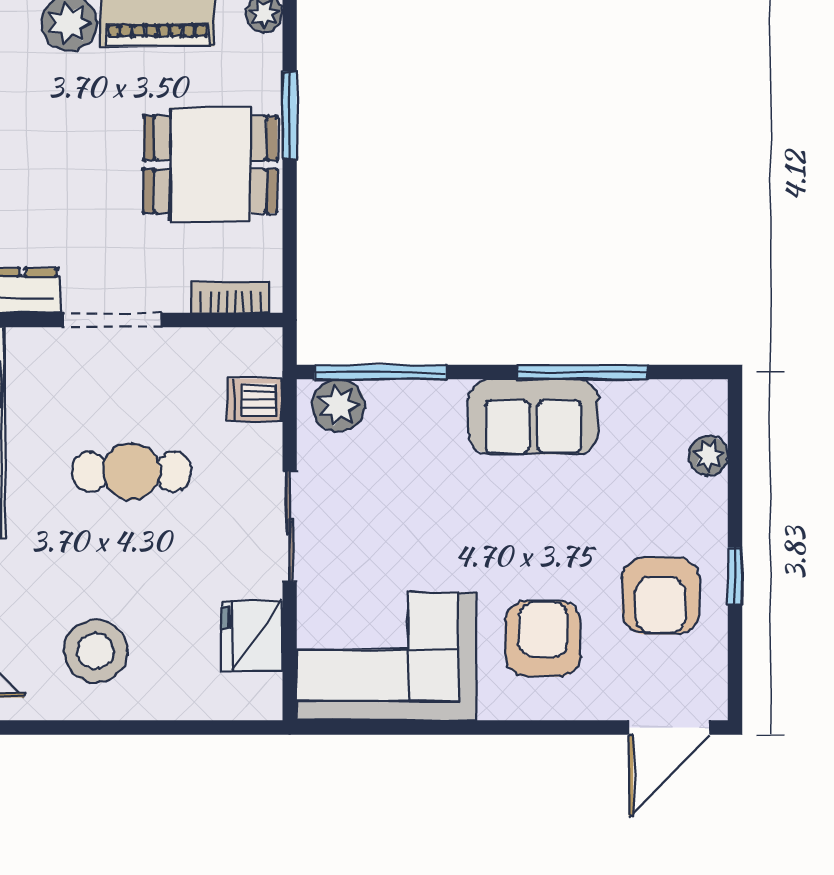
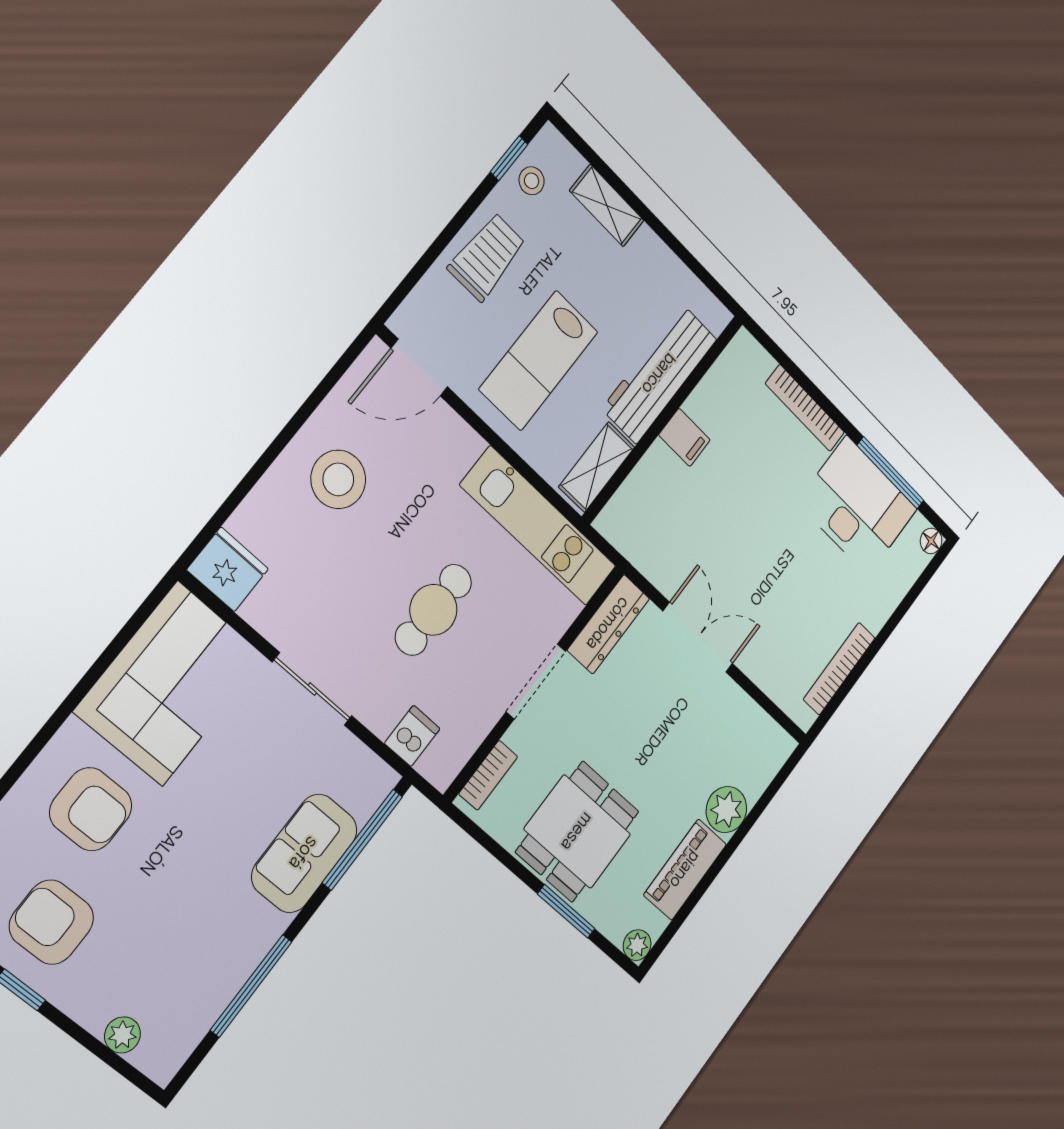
plant: (338, 406) -> (364, 792), removed
sofa: (533, 417) -> (304, 853), moved
fridge: (252, 636) -> (228, 569), moved

